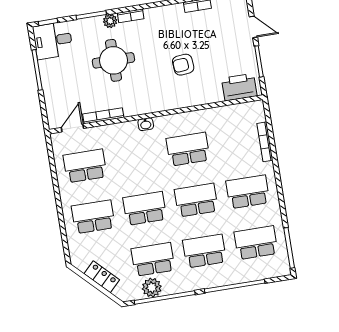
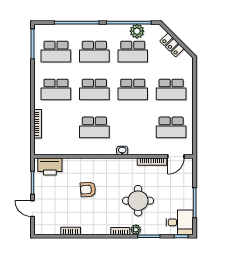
armchair: (183, 65) -> (88, 189), turned 180

